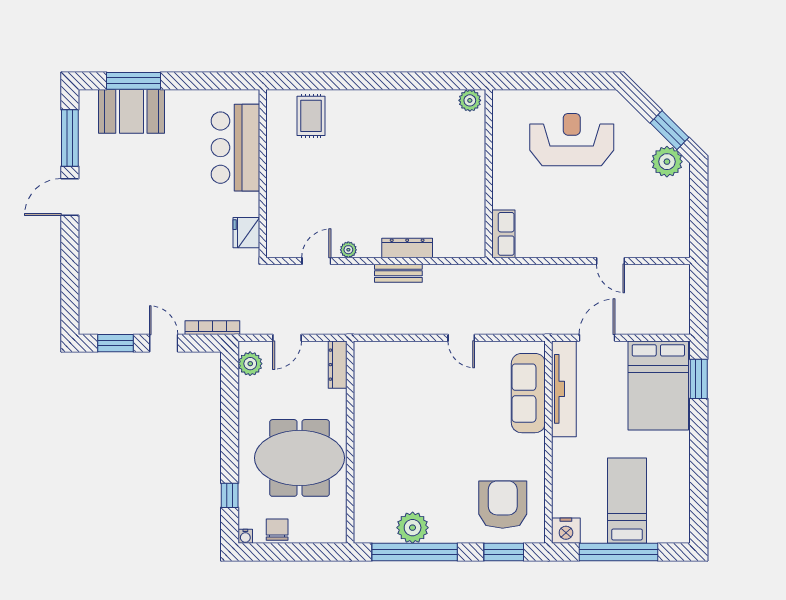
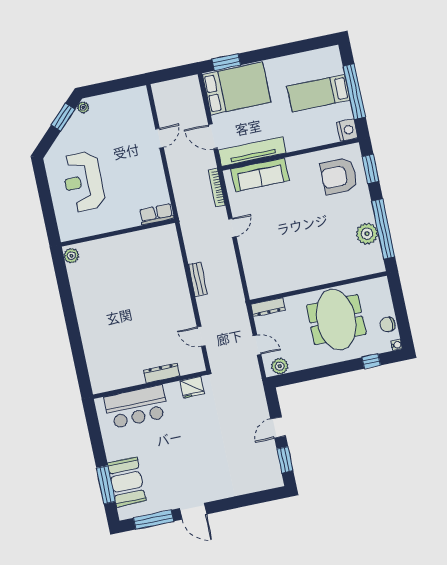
rug: (311, 116) -> (104, 360), removed
plant: (667, 162) -> (83, 107), width x0.53, depth x0.53
dresser: (407, 248) -> (162, 373), moved, turned 90
plant: (348, 250) -> (189, 316), removed
bookcase: (212, 328) -> (217, 188), moved

